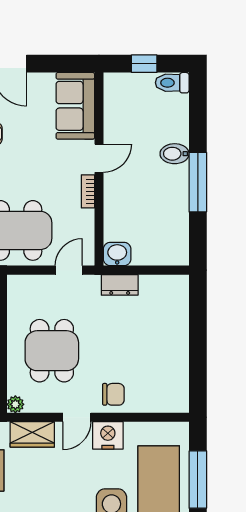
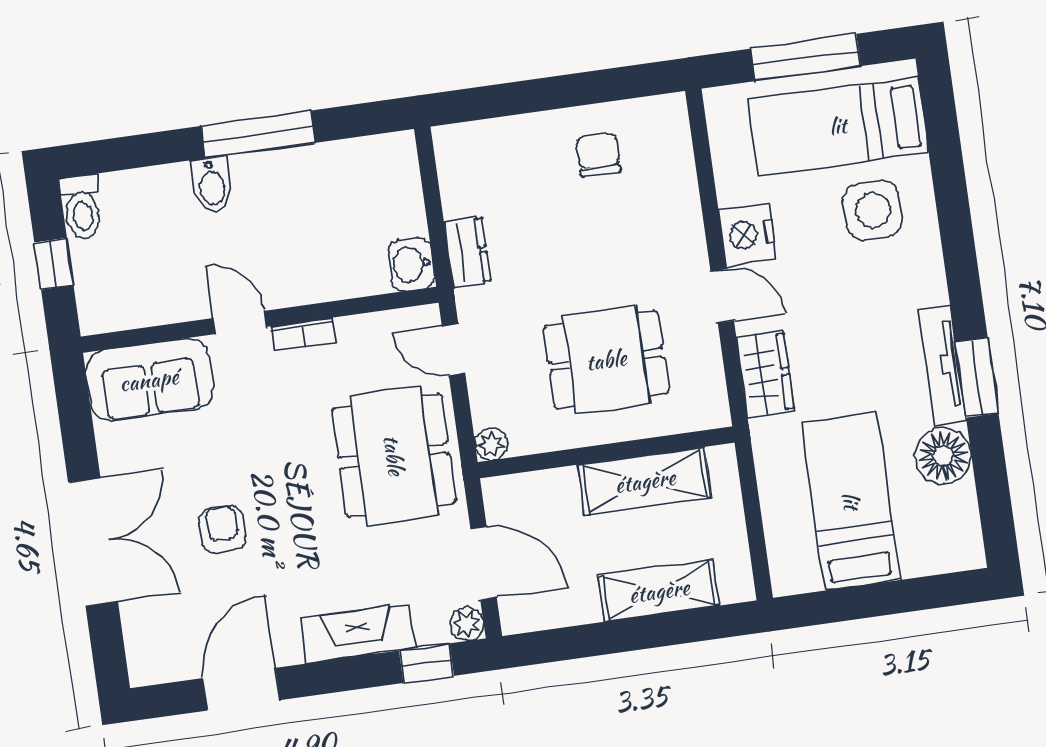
chair: (113, 394) -> (598, 155), moved
plant: (15, 404) -> (491, 444), moved

